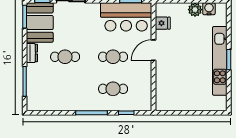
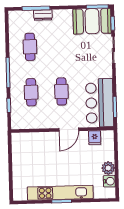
door: (153, 50) -> (69, 130), swing flipped
dresser: (32, 53) -> (43, 15), moved
cafe table: (65, 57) -> (30, 47), moved

